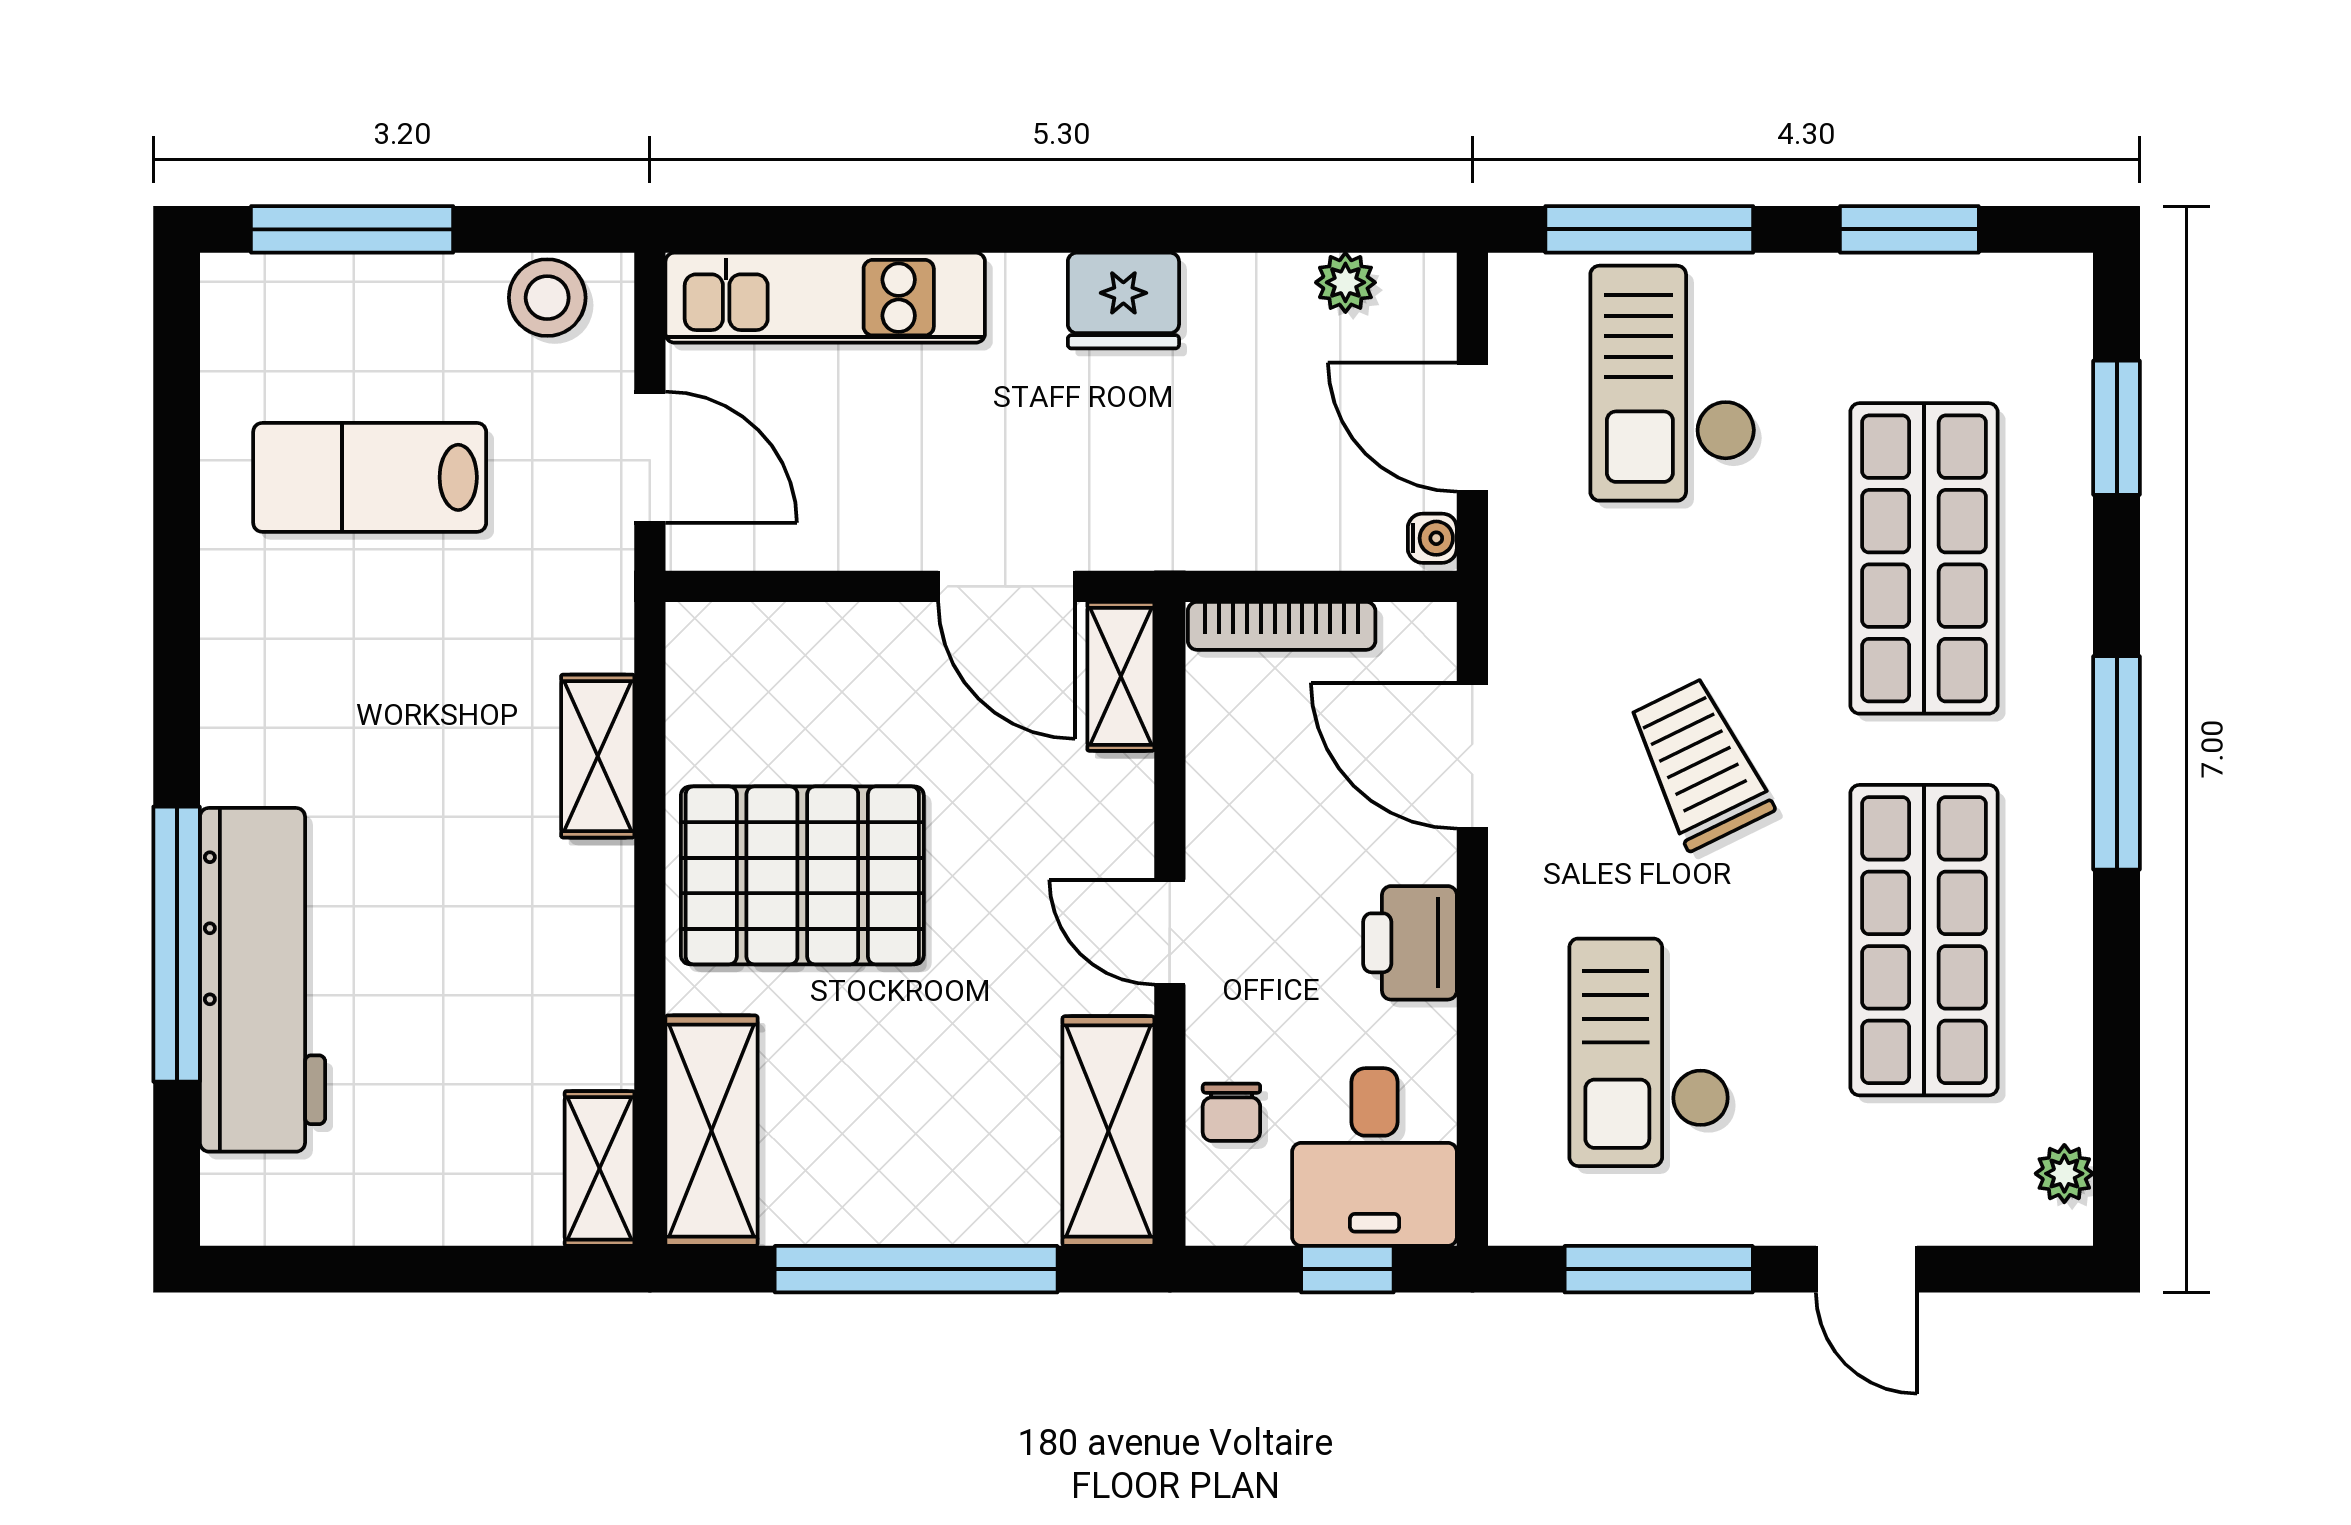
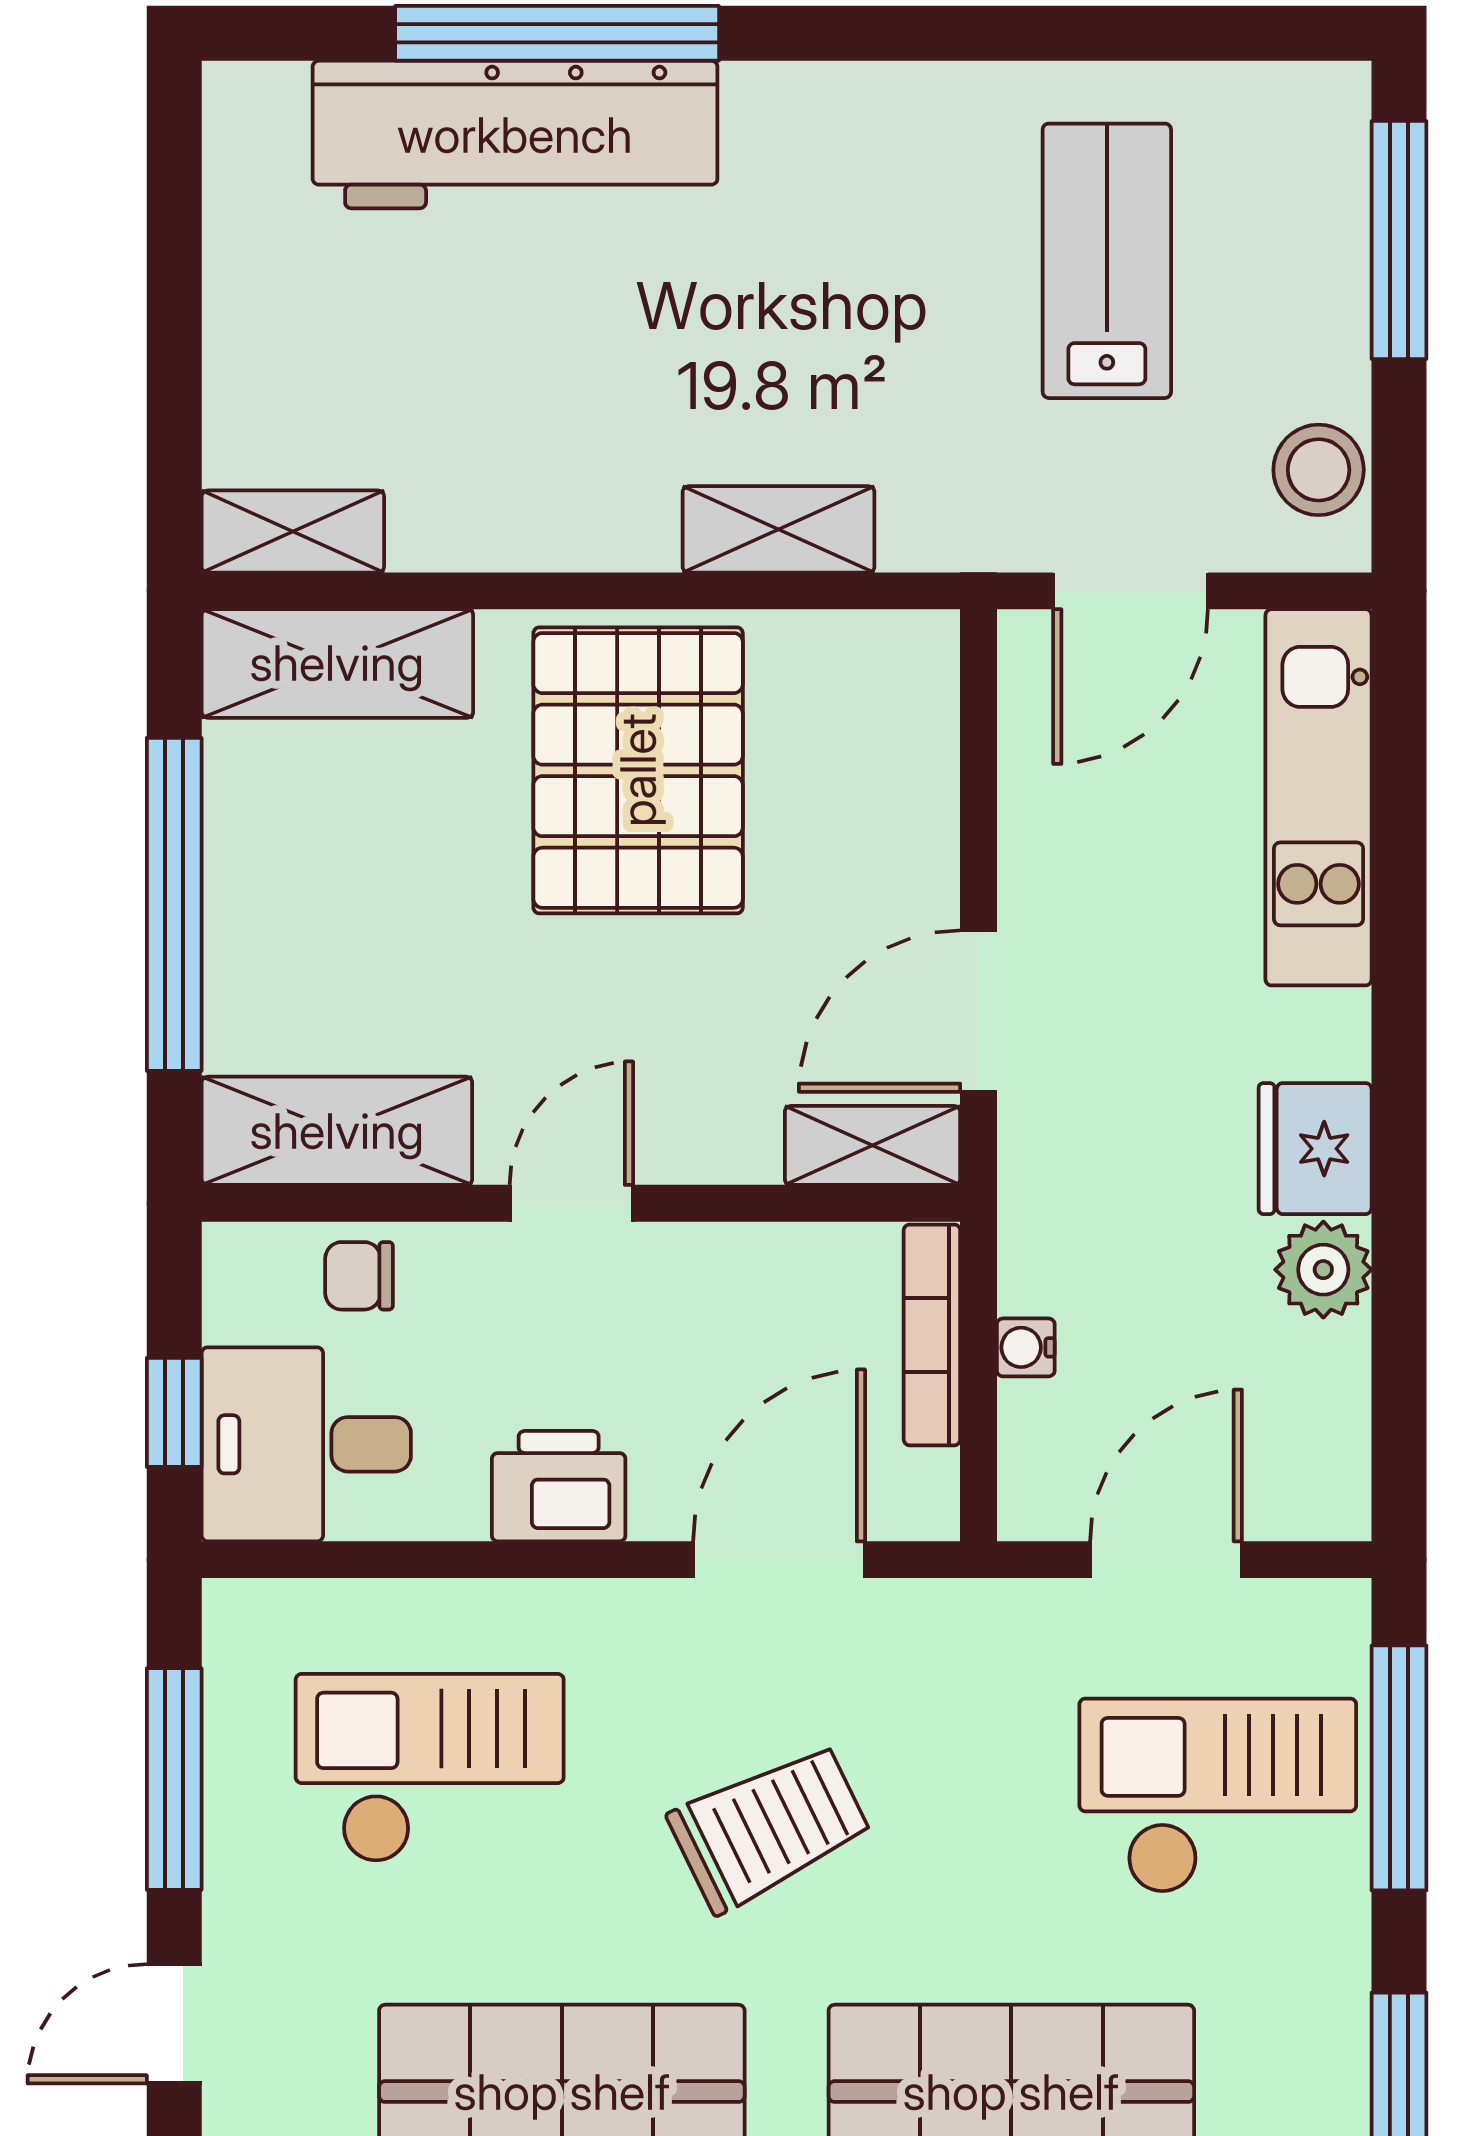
plant: (1345, 282) -> (1323, 1270), moved, width x1.38, depth x1.38
water cooler: (1432, 538) -> (1026, 1347), moved, turned 90

